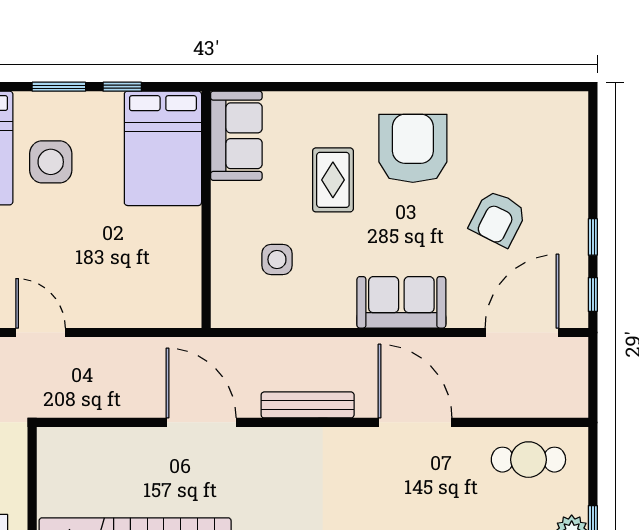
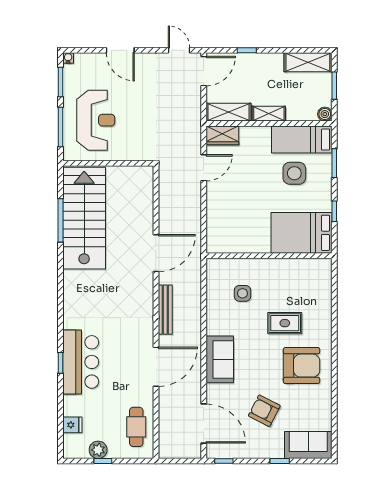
window: (59, 87) -> (334, 163), moved
sofa: (236, 136) -> (308, 445), moved, turned 180
window: (593, 237) -> (280, 461), moved

